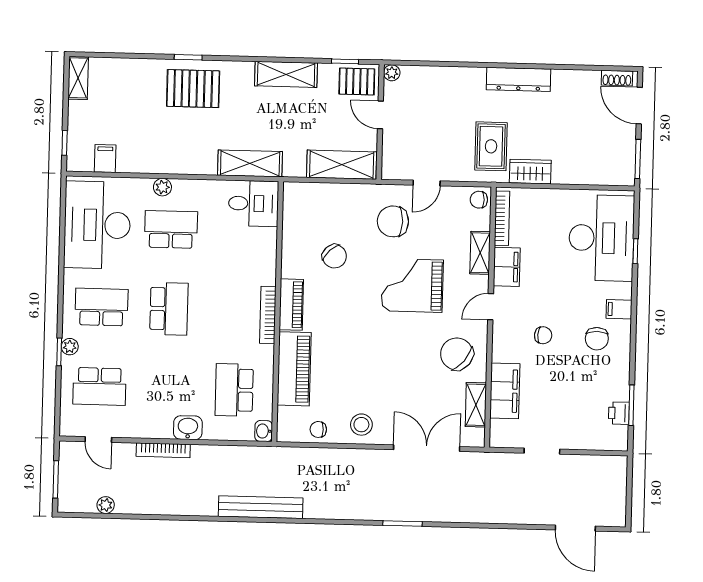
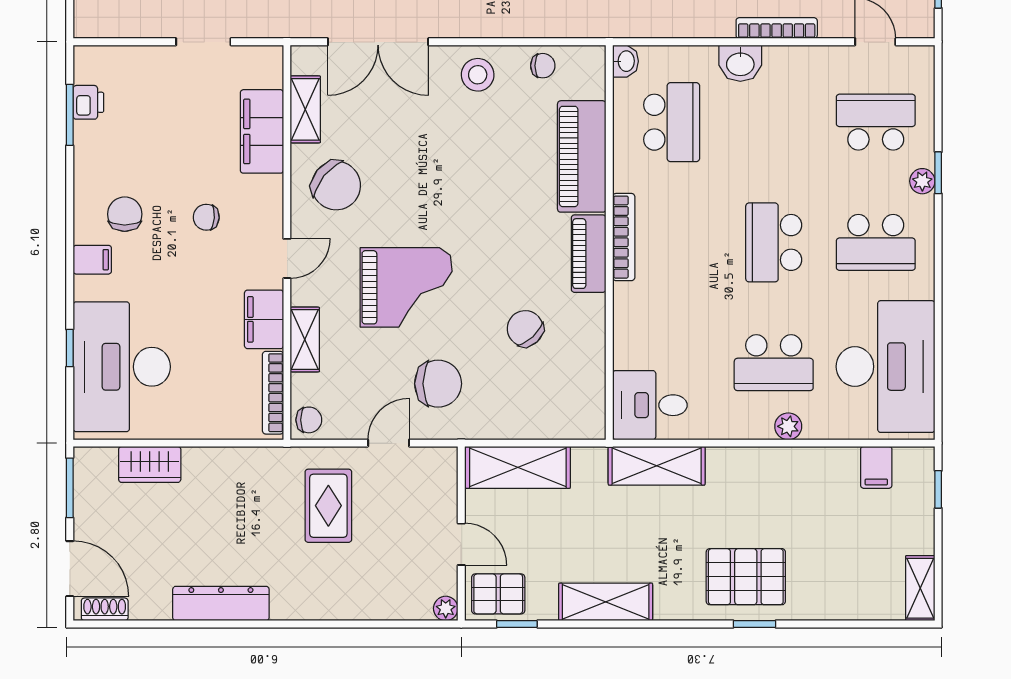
dresser: (519, 79) -> (221, 603), moved
rug: (491, 146) -> (328, 506), moved
wardrobe: (530, 172) -> (150, 464), moved

